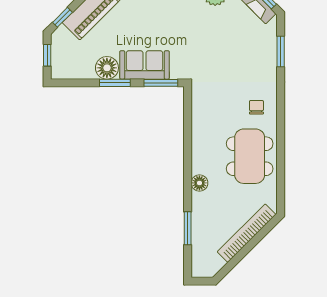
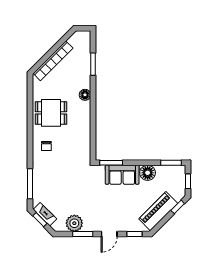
window: (281, 51) -> (30, 184), width x1.44
window: (115, 83) -> (171, 163), moved
dining table: (250, 156) -> (51, 113), width x0.73

